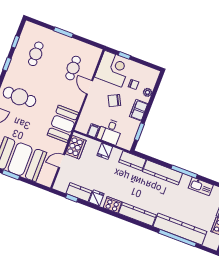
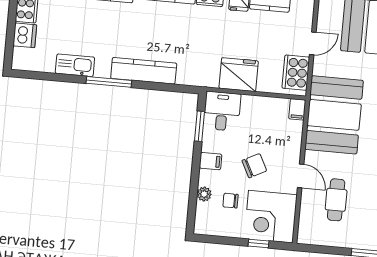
filing cabinet: (139, 110) -> (210, 161), width x0.50
booth: (63, 124) -> (334, 115), width x1.36, depth x1.42
filing cabinet: (93, 131) -> (297, 109), moved
desk: (110, 131) -> (222, 111), moved
fridge: (105, 151) -> (239, 75), width x1.88, depth x1.34
kitchen counter: (132, 161) -> (198, 76), removed

